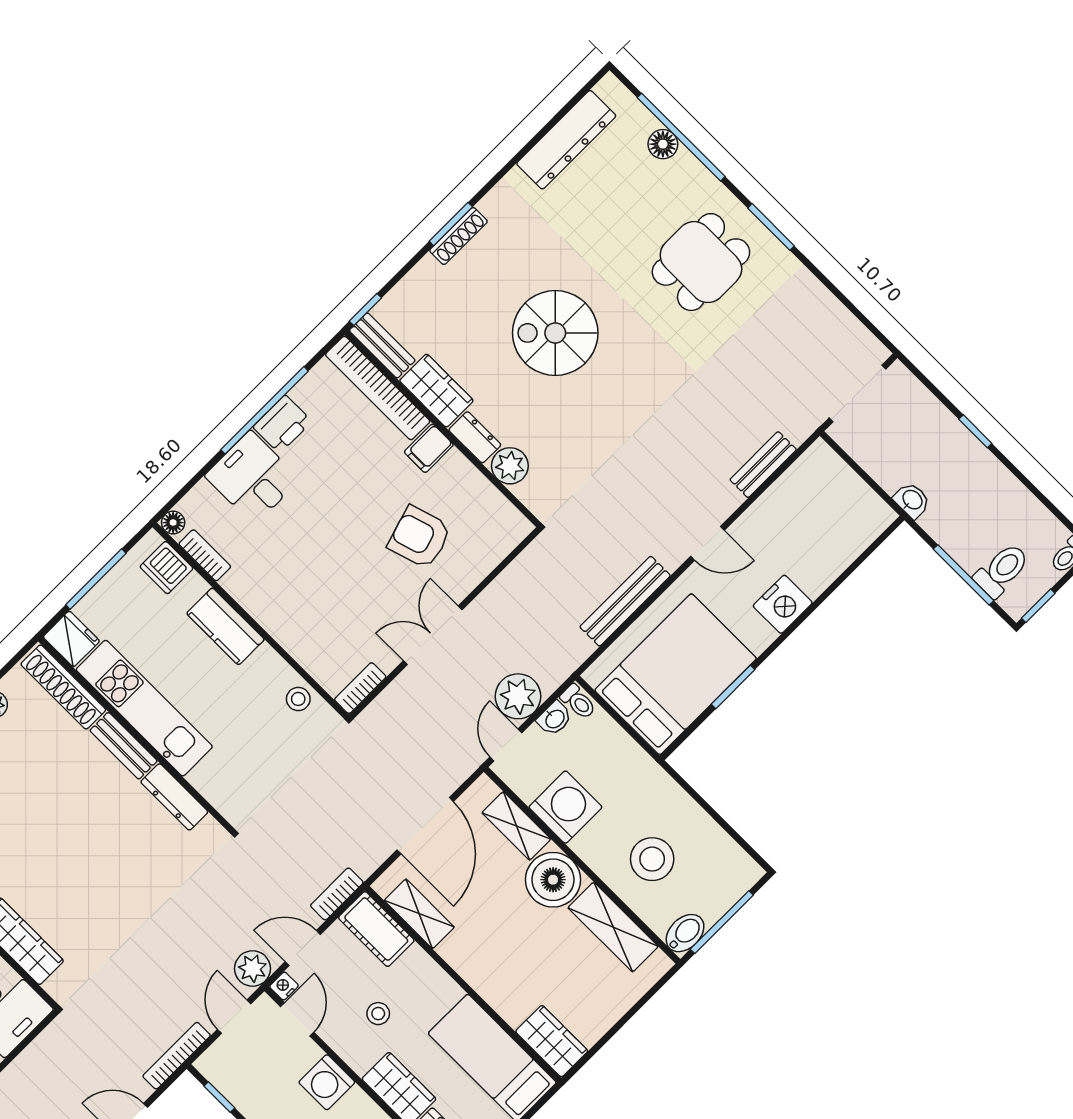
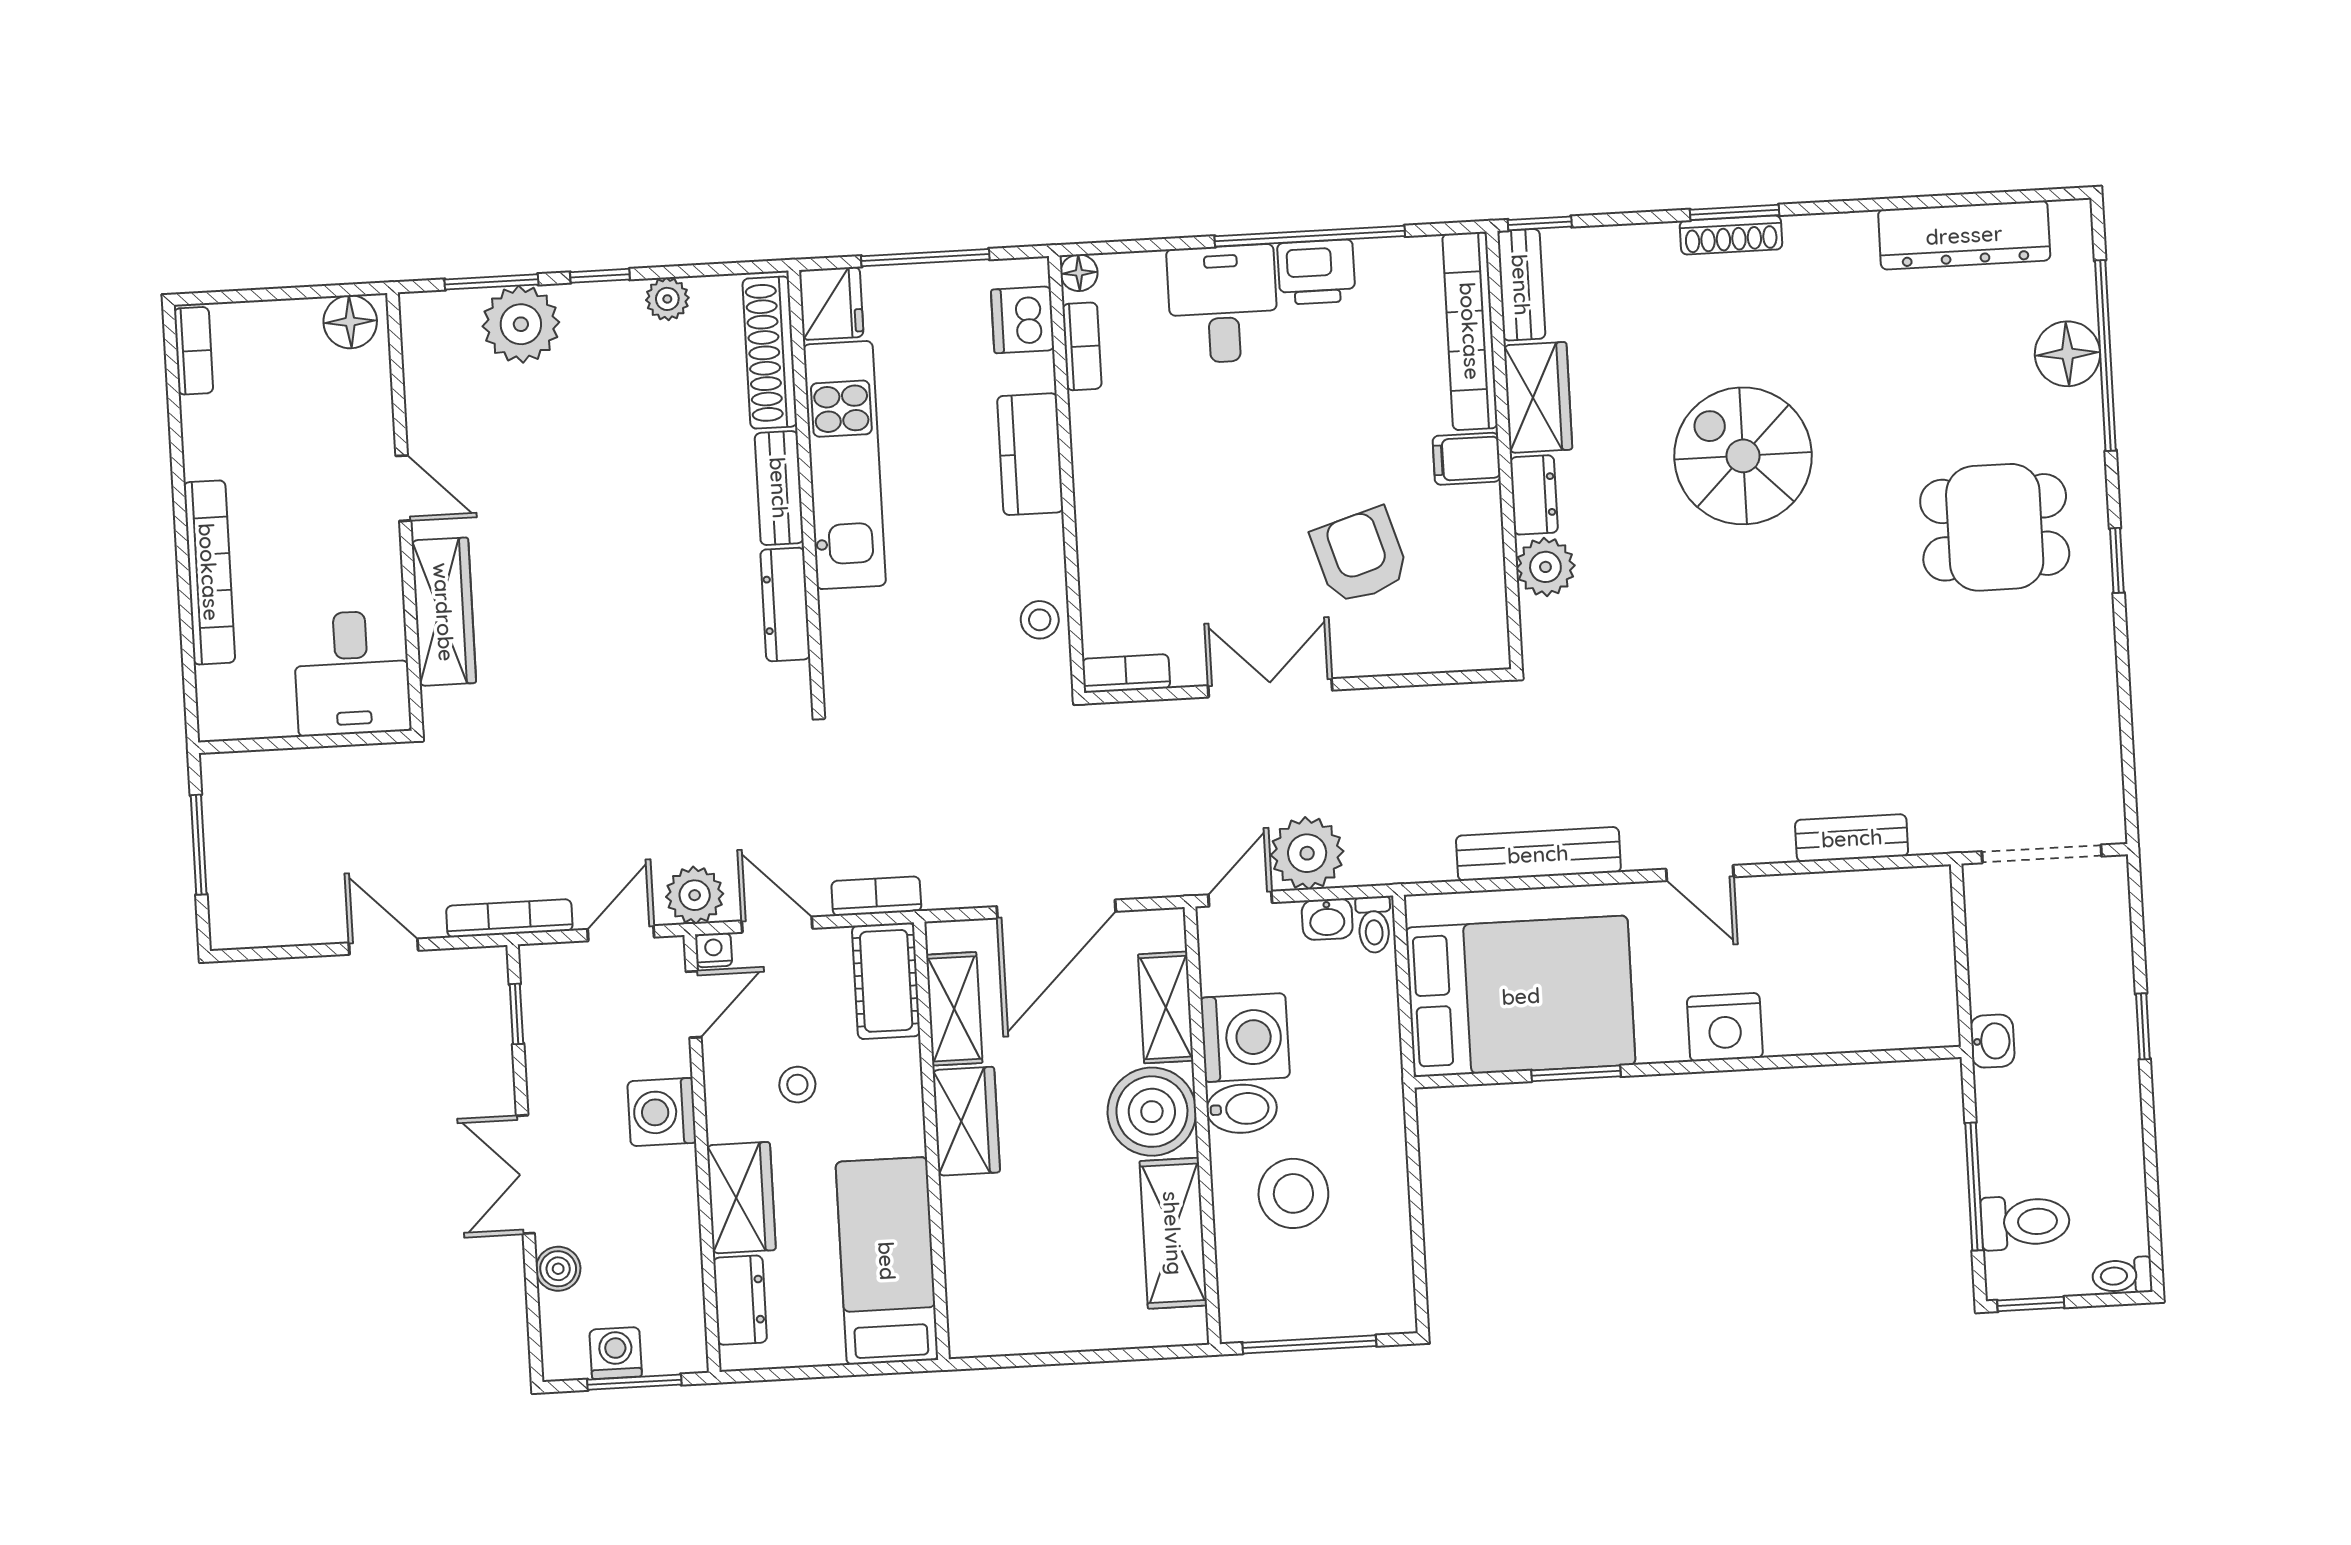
floor lamp: (663, 144) -> (2067, 354), width x1.38, depth x1.38
window: (771, 227) -> (2117, 560), width x0.67
bidet: (685, 933) -> (1242, 1109), moved
wardrobe: (552, 1041) -> (966, 1121), moved

